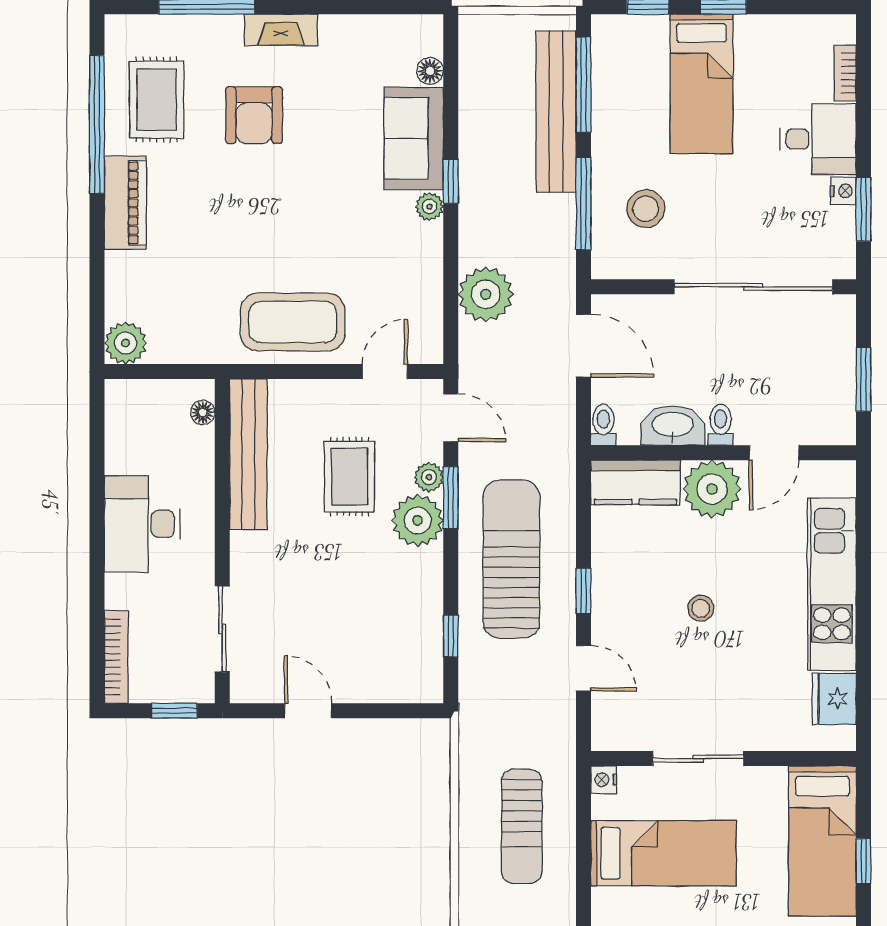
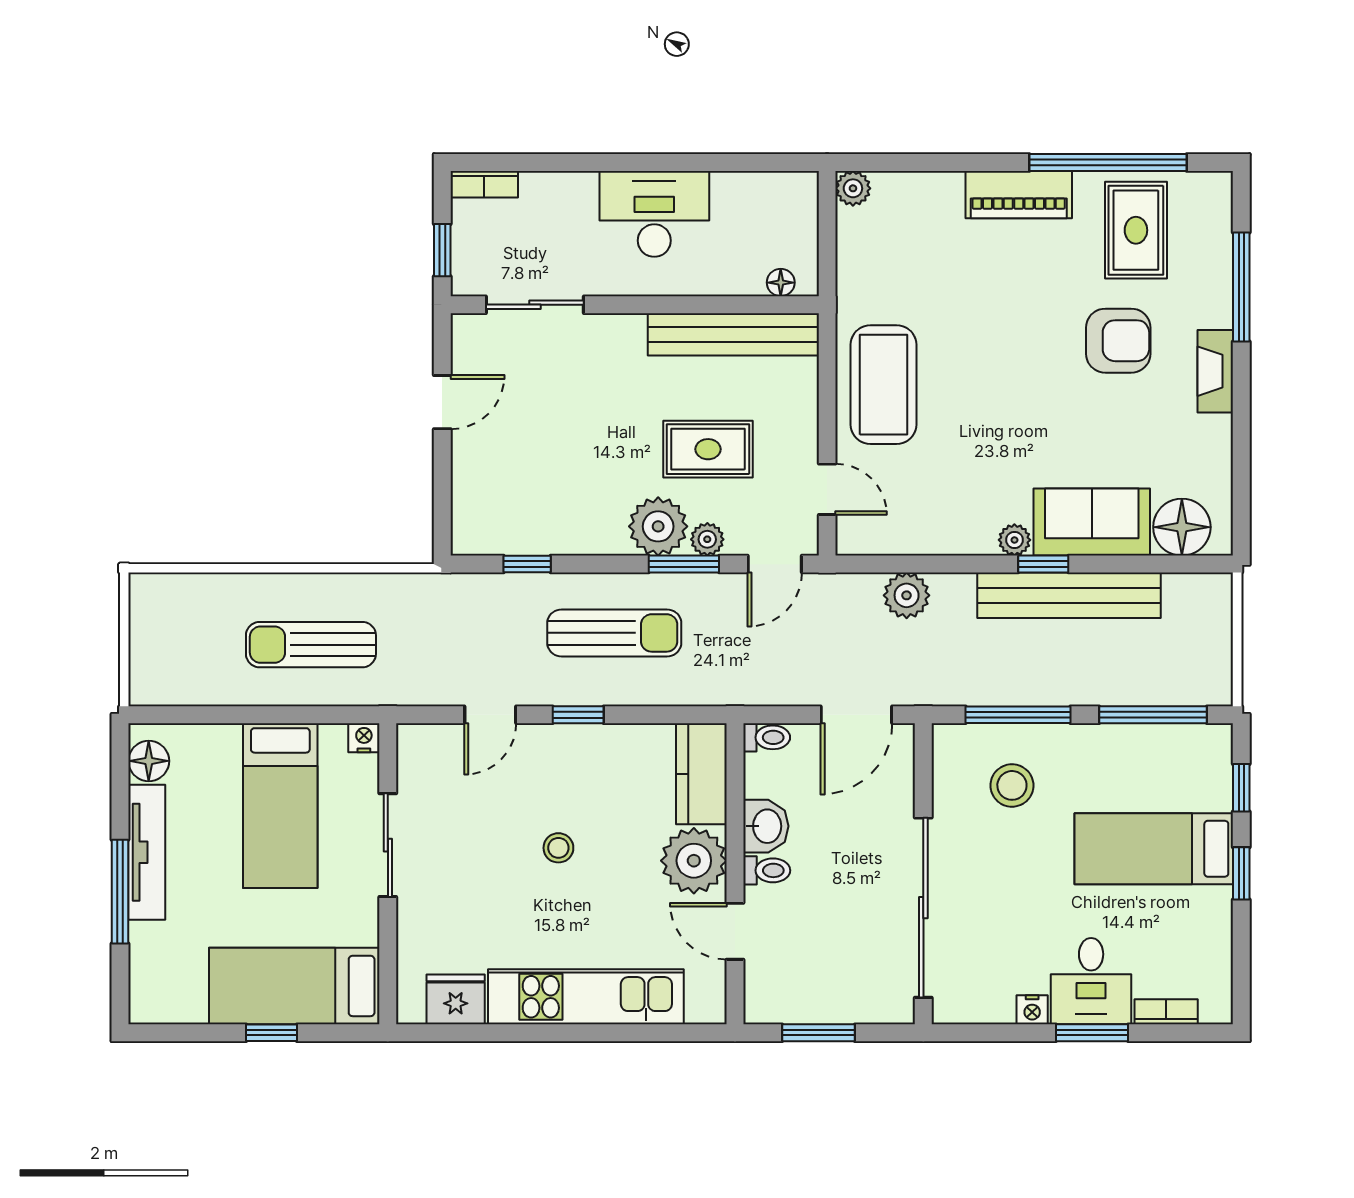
floor lamp: (430, 71) -> (1182, 527), width x1.89, depth x1.89
rug: (157, 100) -> (1136, 230), turned 90
bench: (556, 112) -> (1069, 595), moved
armchair: (254, 115) -> (1118, 341), turned 180
window: (864, 209) -> (1092, 1033), moved
plant: (486, 294) -> (907, 595), width x0.73, depth x0.73
plant: (126, 343) -> (853, 188), width x0.73, depth x0.73
washbasin: (673, 426) -> (766, 826), width x0.72
sun lounger: (511, 559) -> (614, 633), width x0.73, depth x0.75
bookcase: (116, 657) -> (484, 184), width x0.64

